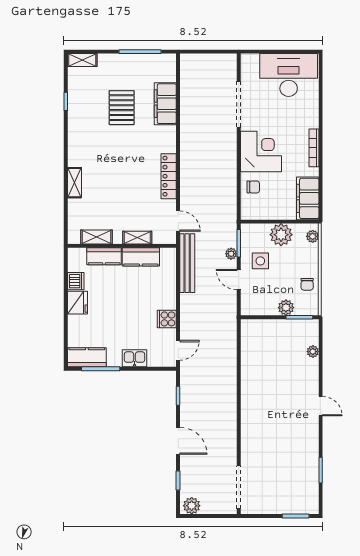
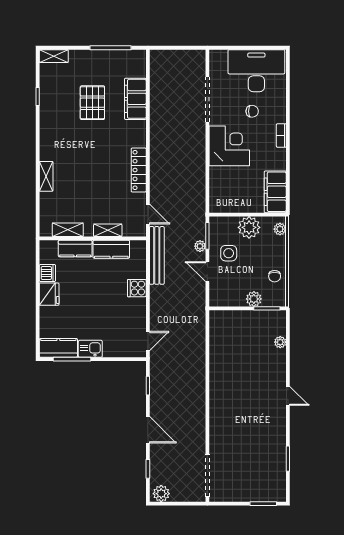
bookcase: (314, 148) -> (281, 135), width x0.64
chair: (253, 187) -> (252, 111), moved
cooker: (167, 319) -> (137, 288), moved
kitchen sink: (134, 358) -> (90, 349), moved

